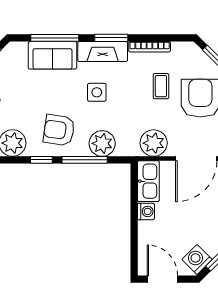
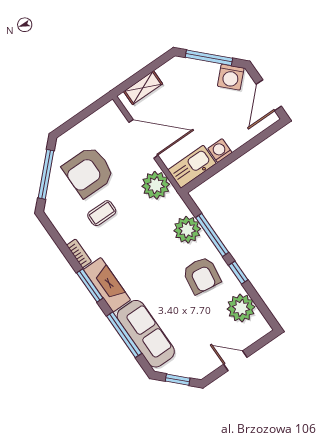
bookcase: (150, 47) -> (79, 253), width x0.64
sofa: (52, 55) -> (146, 334), width x1.36
side table: (97, 92) -> (146, 265), removed

